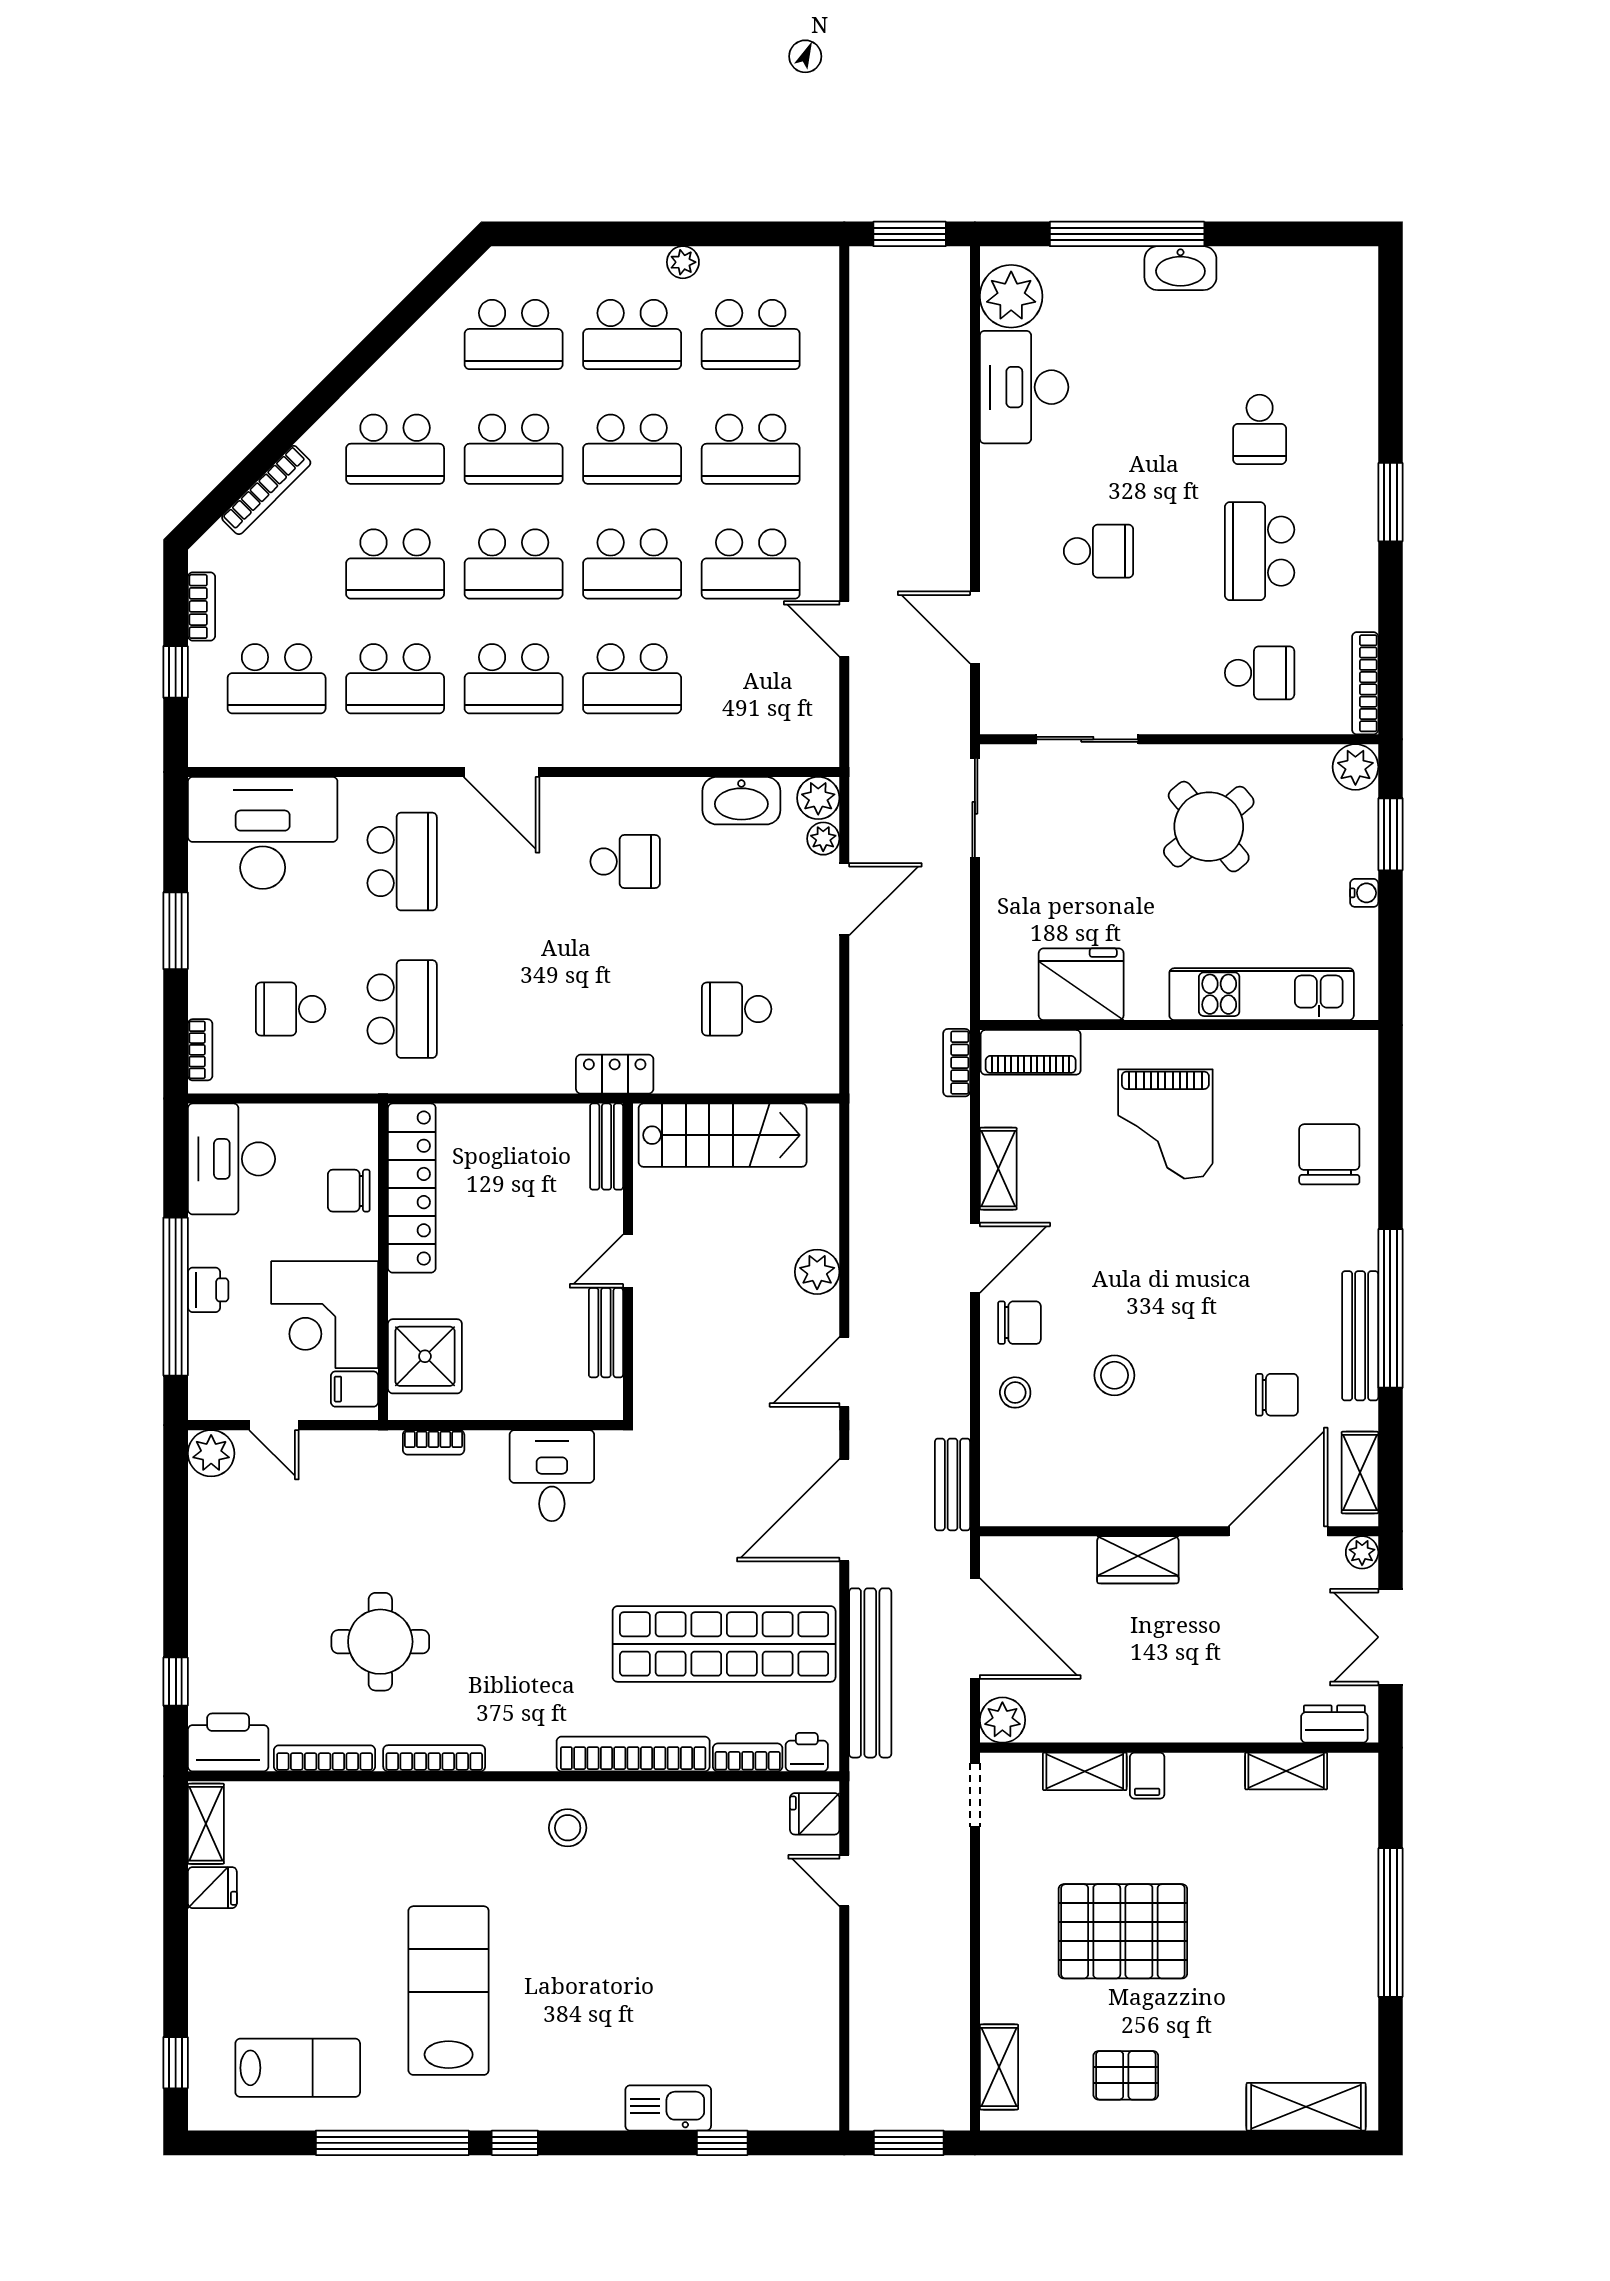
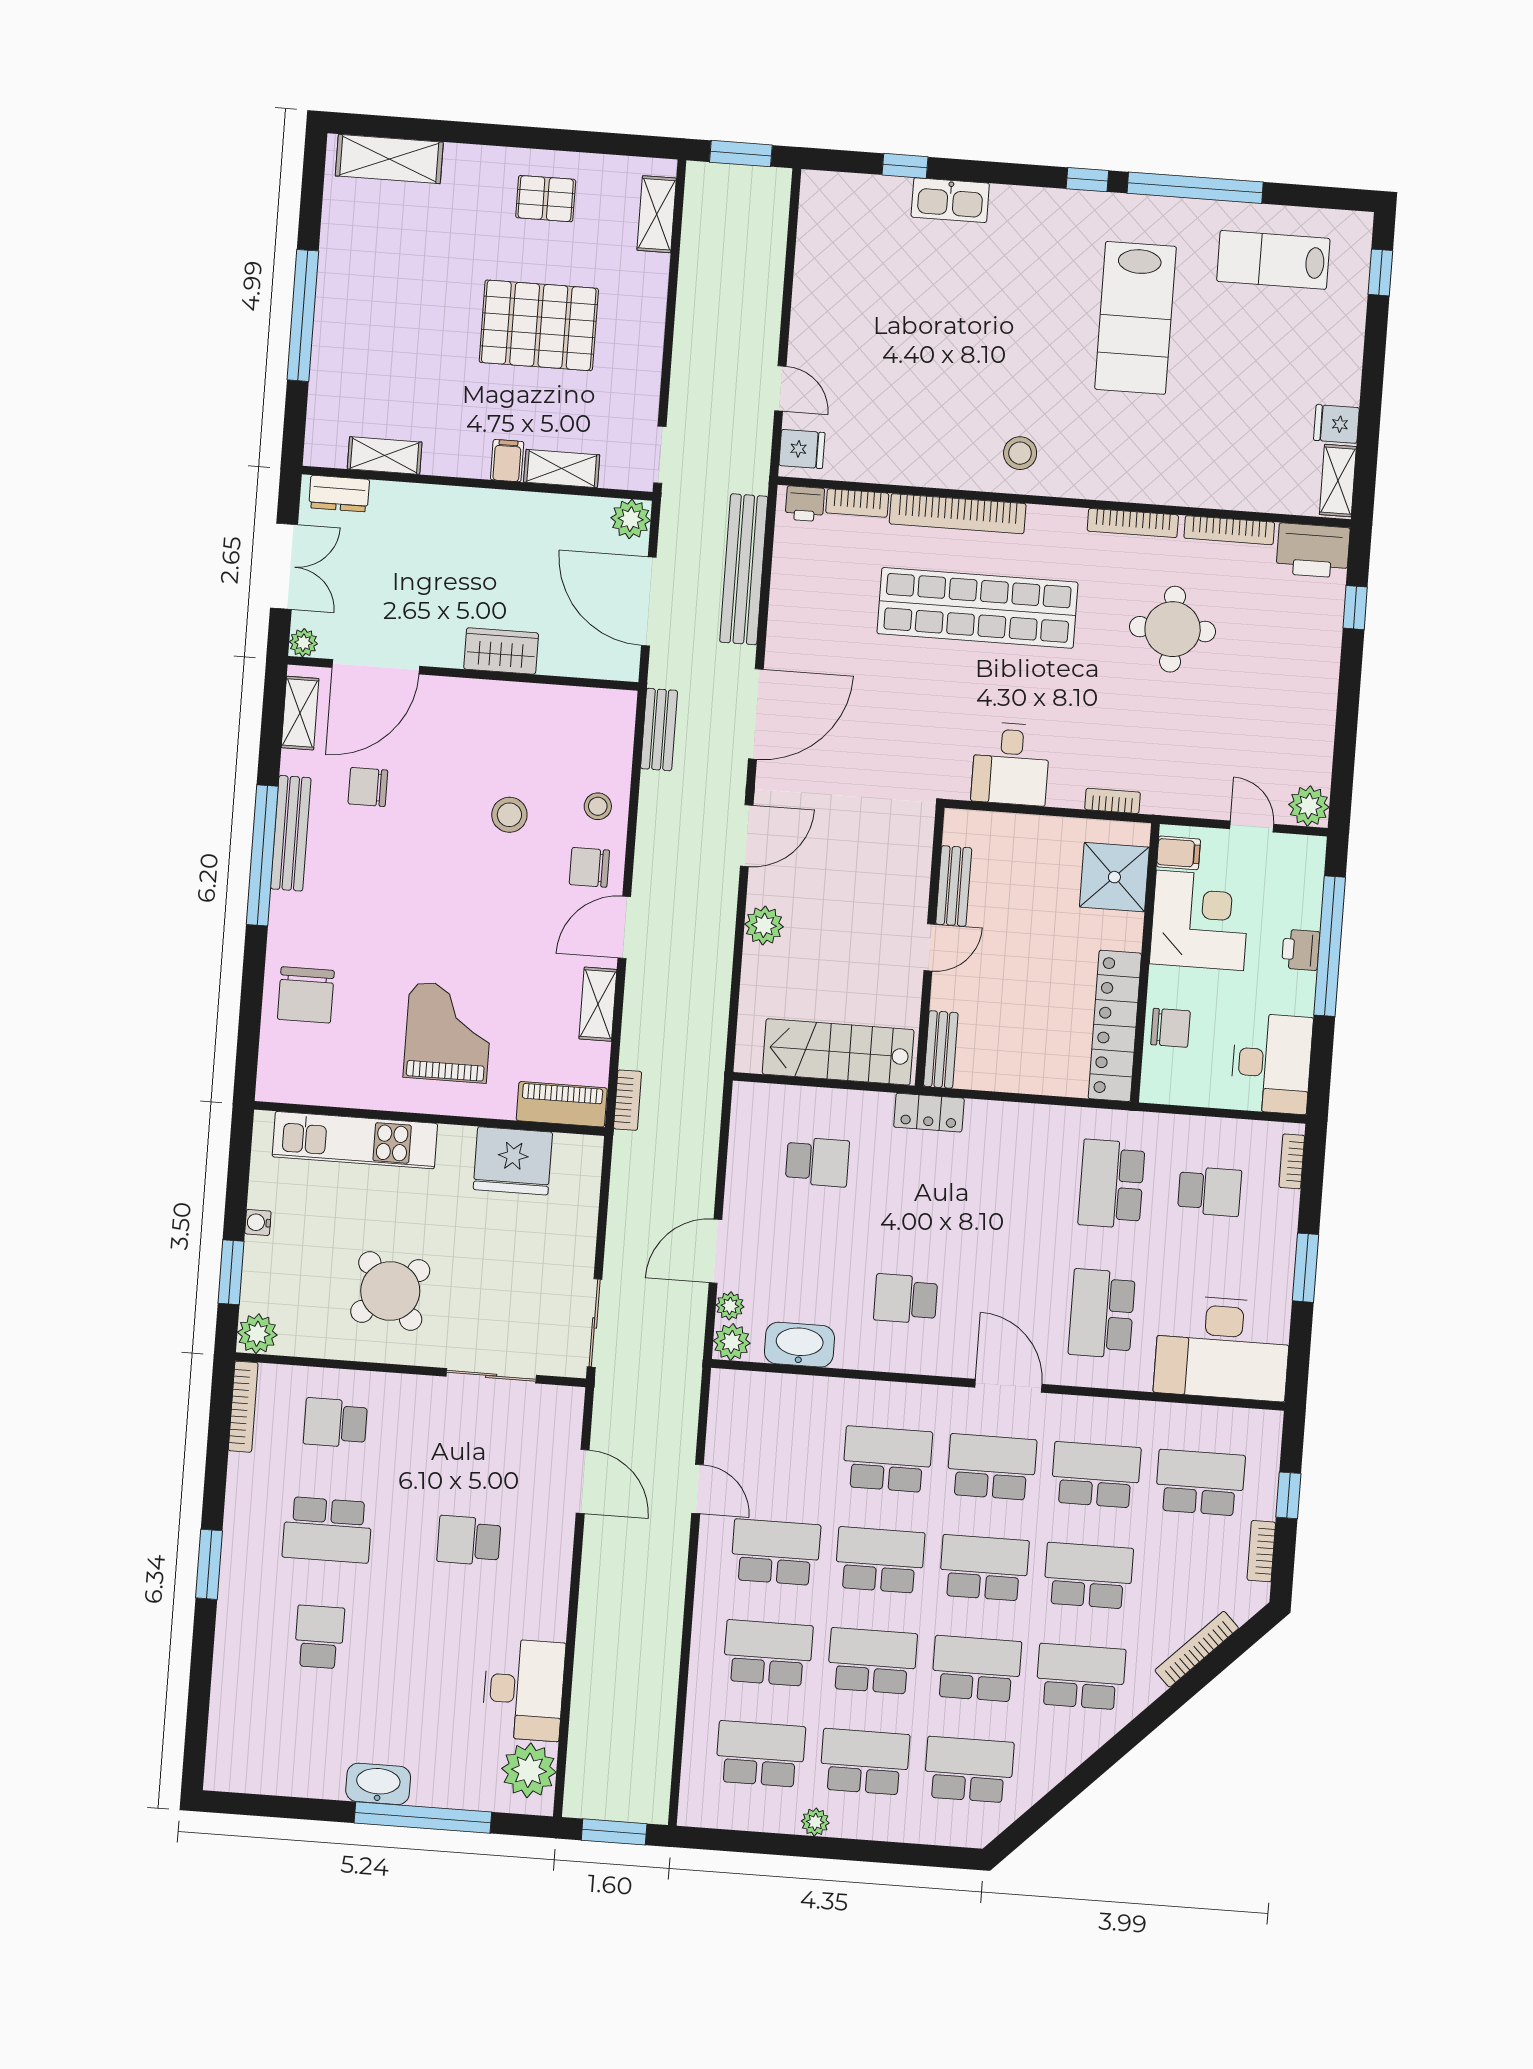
school desk: (1260, 551) -> (327, 1530), turned 90
shop shelf: (724, 1644) -> (977, 608), moved

